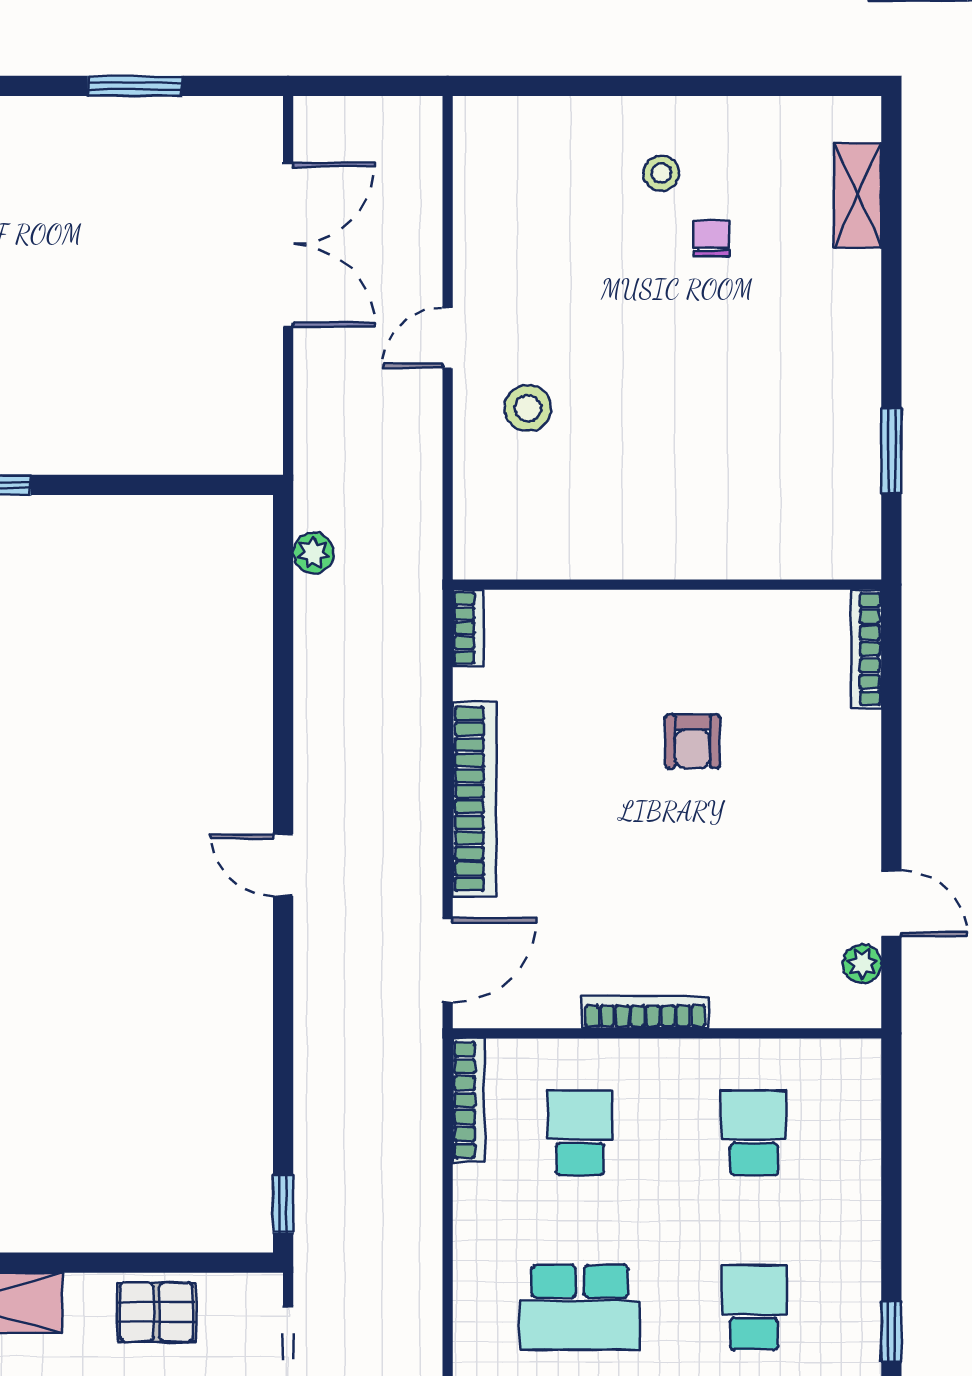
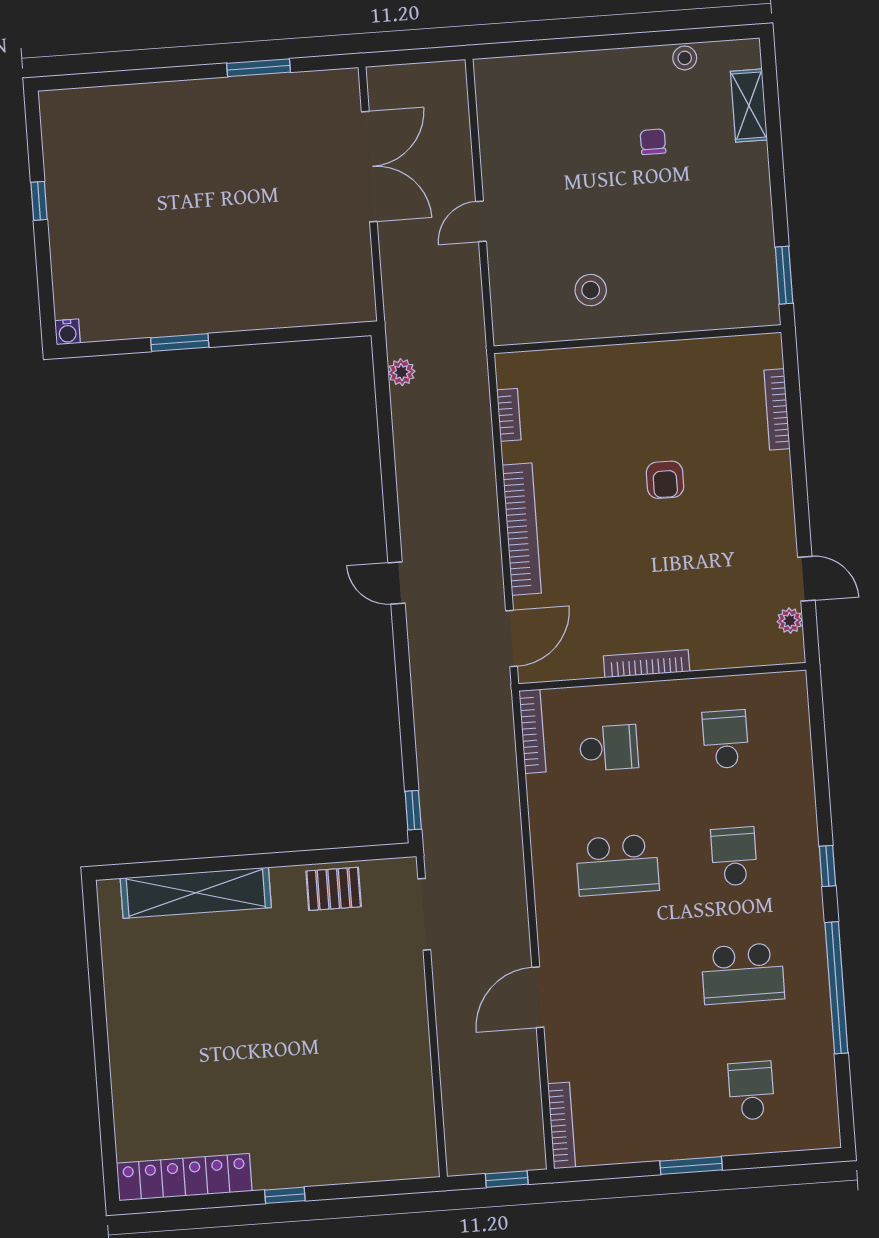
stool: (661, 173) -> (685, 58), moved
stool: (528, 408) -> (591, 290), moved
wall: (667, 585) -> (637, 339), moved
school desk: (580, 1133) -> (609, 748), turned 90

